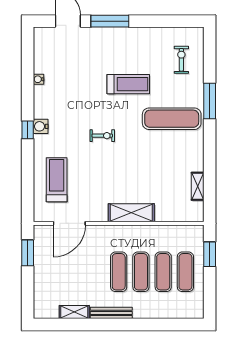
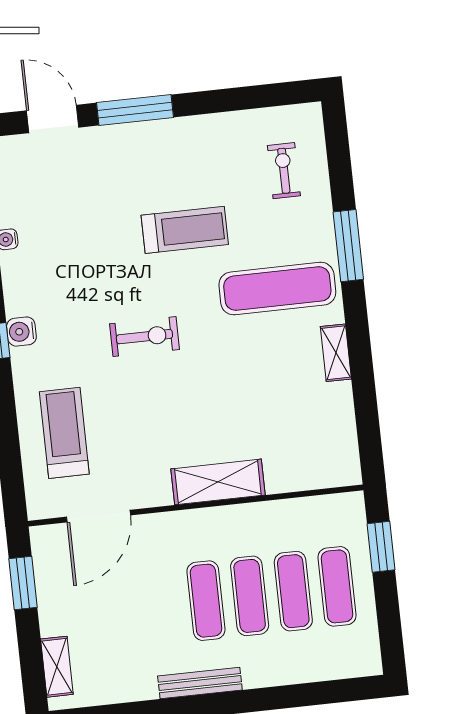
exercise bike: (102, 136) -> (144, 337), width x1.38, depth x1.39
shelving: (198, 186) -> (336, 353), moved
shelving: (74, 312) -> (57, 667), moved, turned 90

